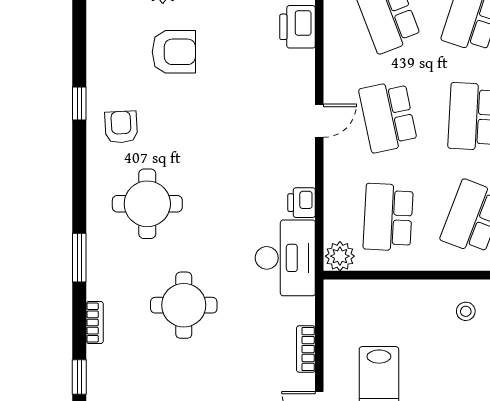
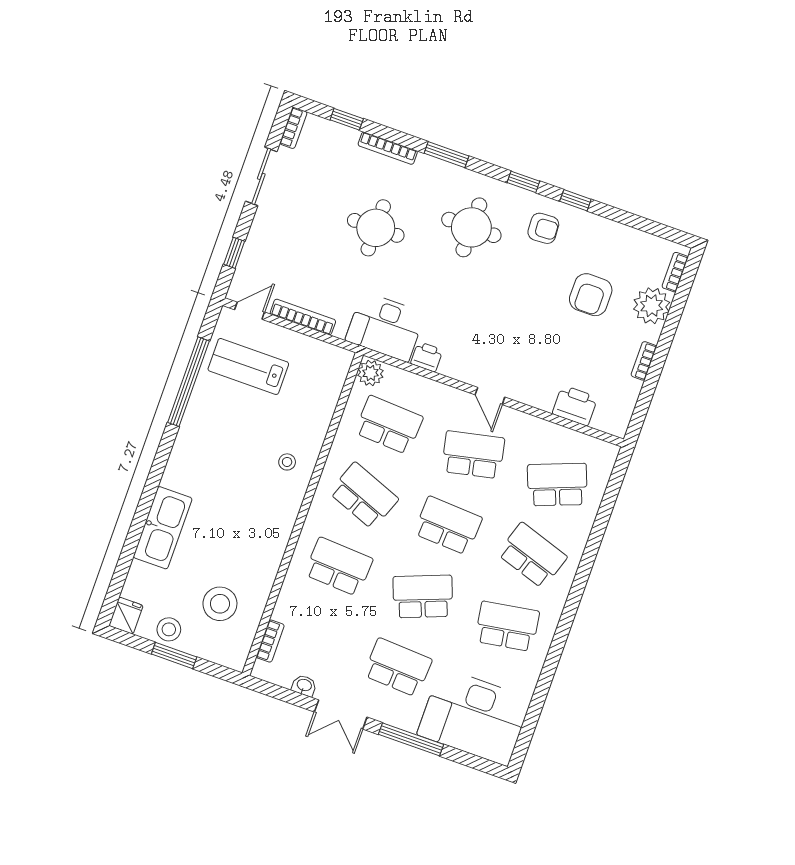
window: (79, 166) -> (523, 182), added
bookcase: (95, 323) -> (388, 148), width x1.56
bookcase: (306, 349) -> (303, 317), width x1.56

